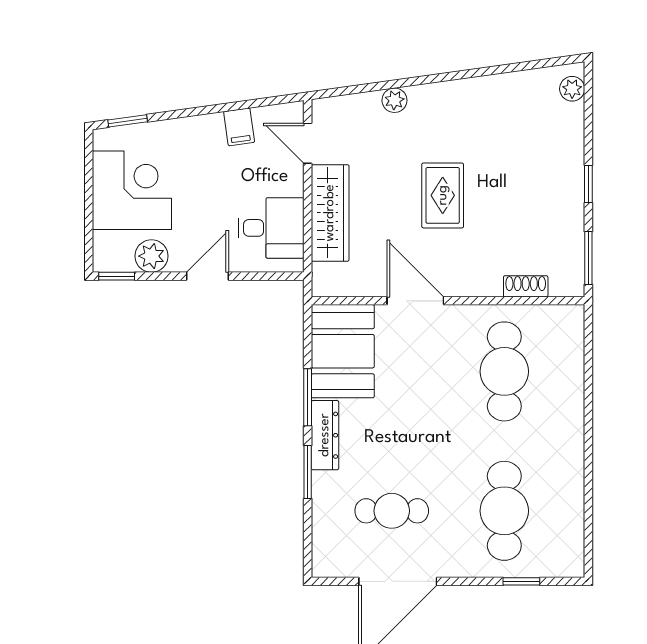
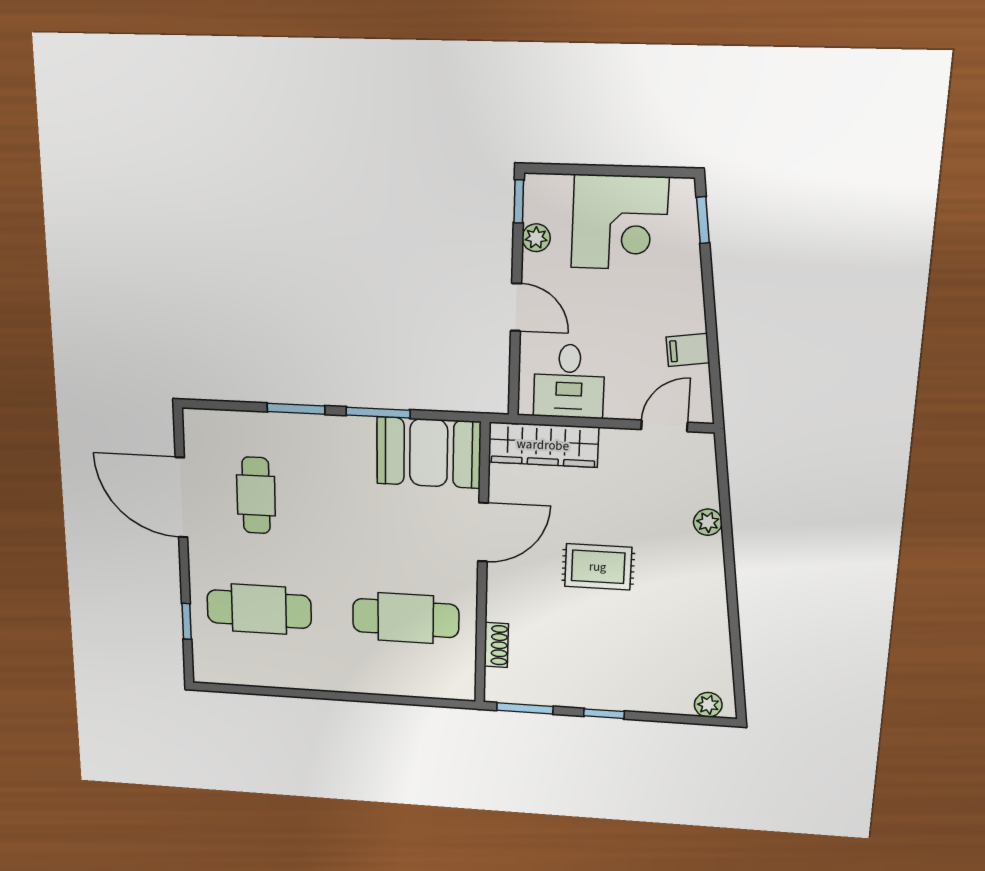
wardrobe: (330, 213) -> (543, 445), moved
plant: (151, 256) -> (536, 238), width x0.73, depth x0.73
dresser: (325, 435) -> (336, 429), removed

